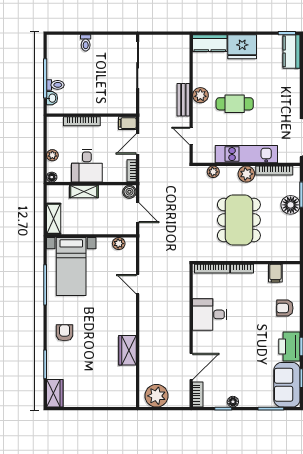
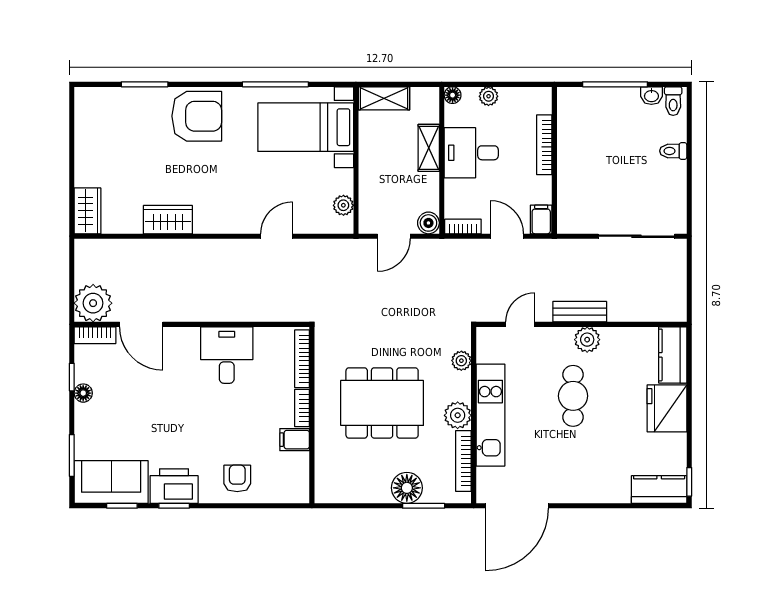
toilet: (55, 85) -> (673, 101), moved
washbasin: (52, 98) -> (651, 96), moved
filing cabinet: (275, 273) -> (295, 440), moved
armchair: (65, 333) -> (197, 116), width x1.88, depth x1.88
wardrobe: (55, 393) -> (87, 211), moved, turned -90
plant: (156, 396) -> (93, 303), moved

